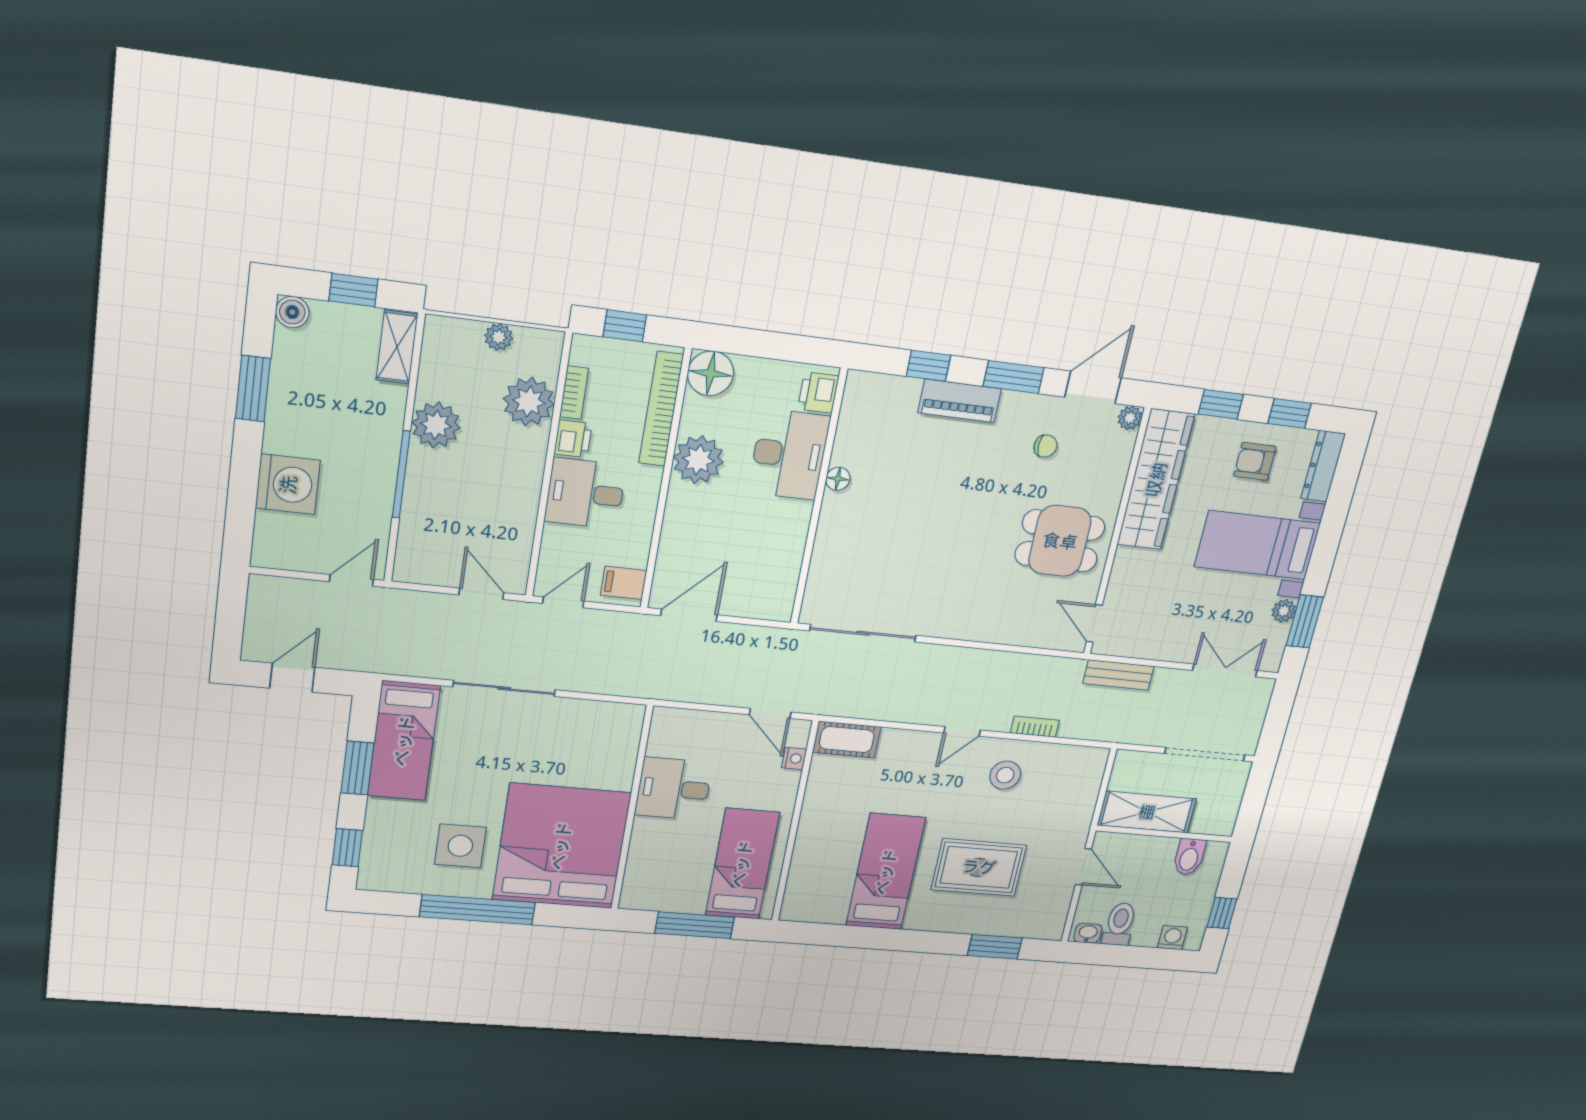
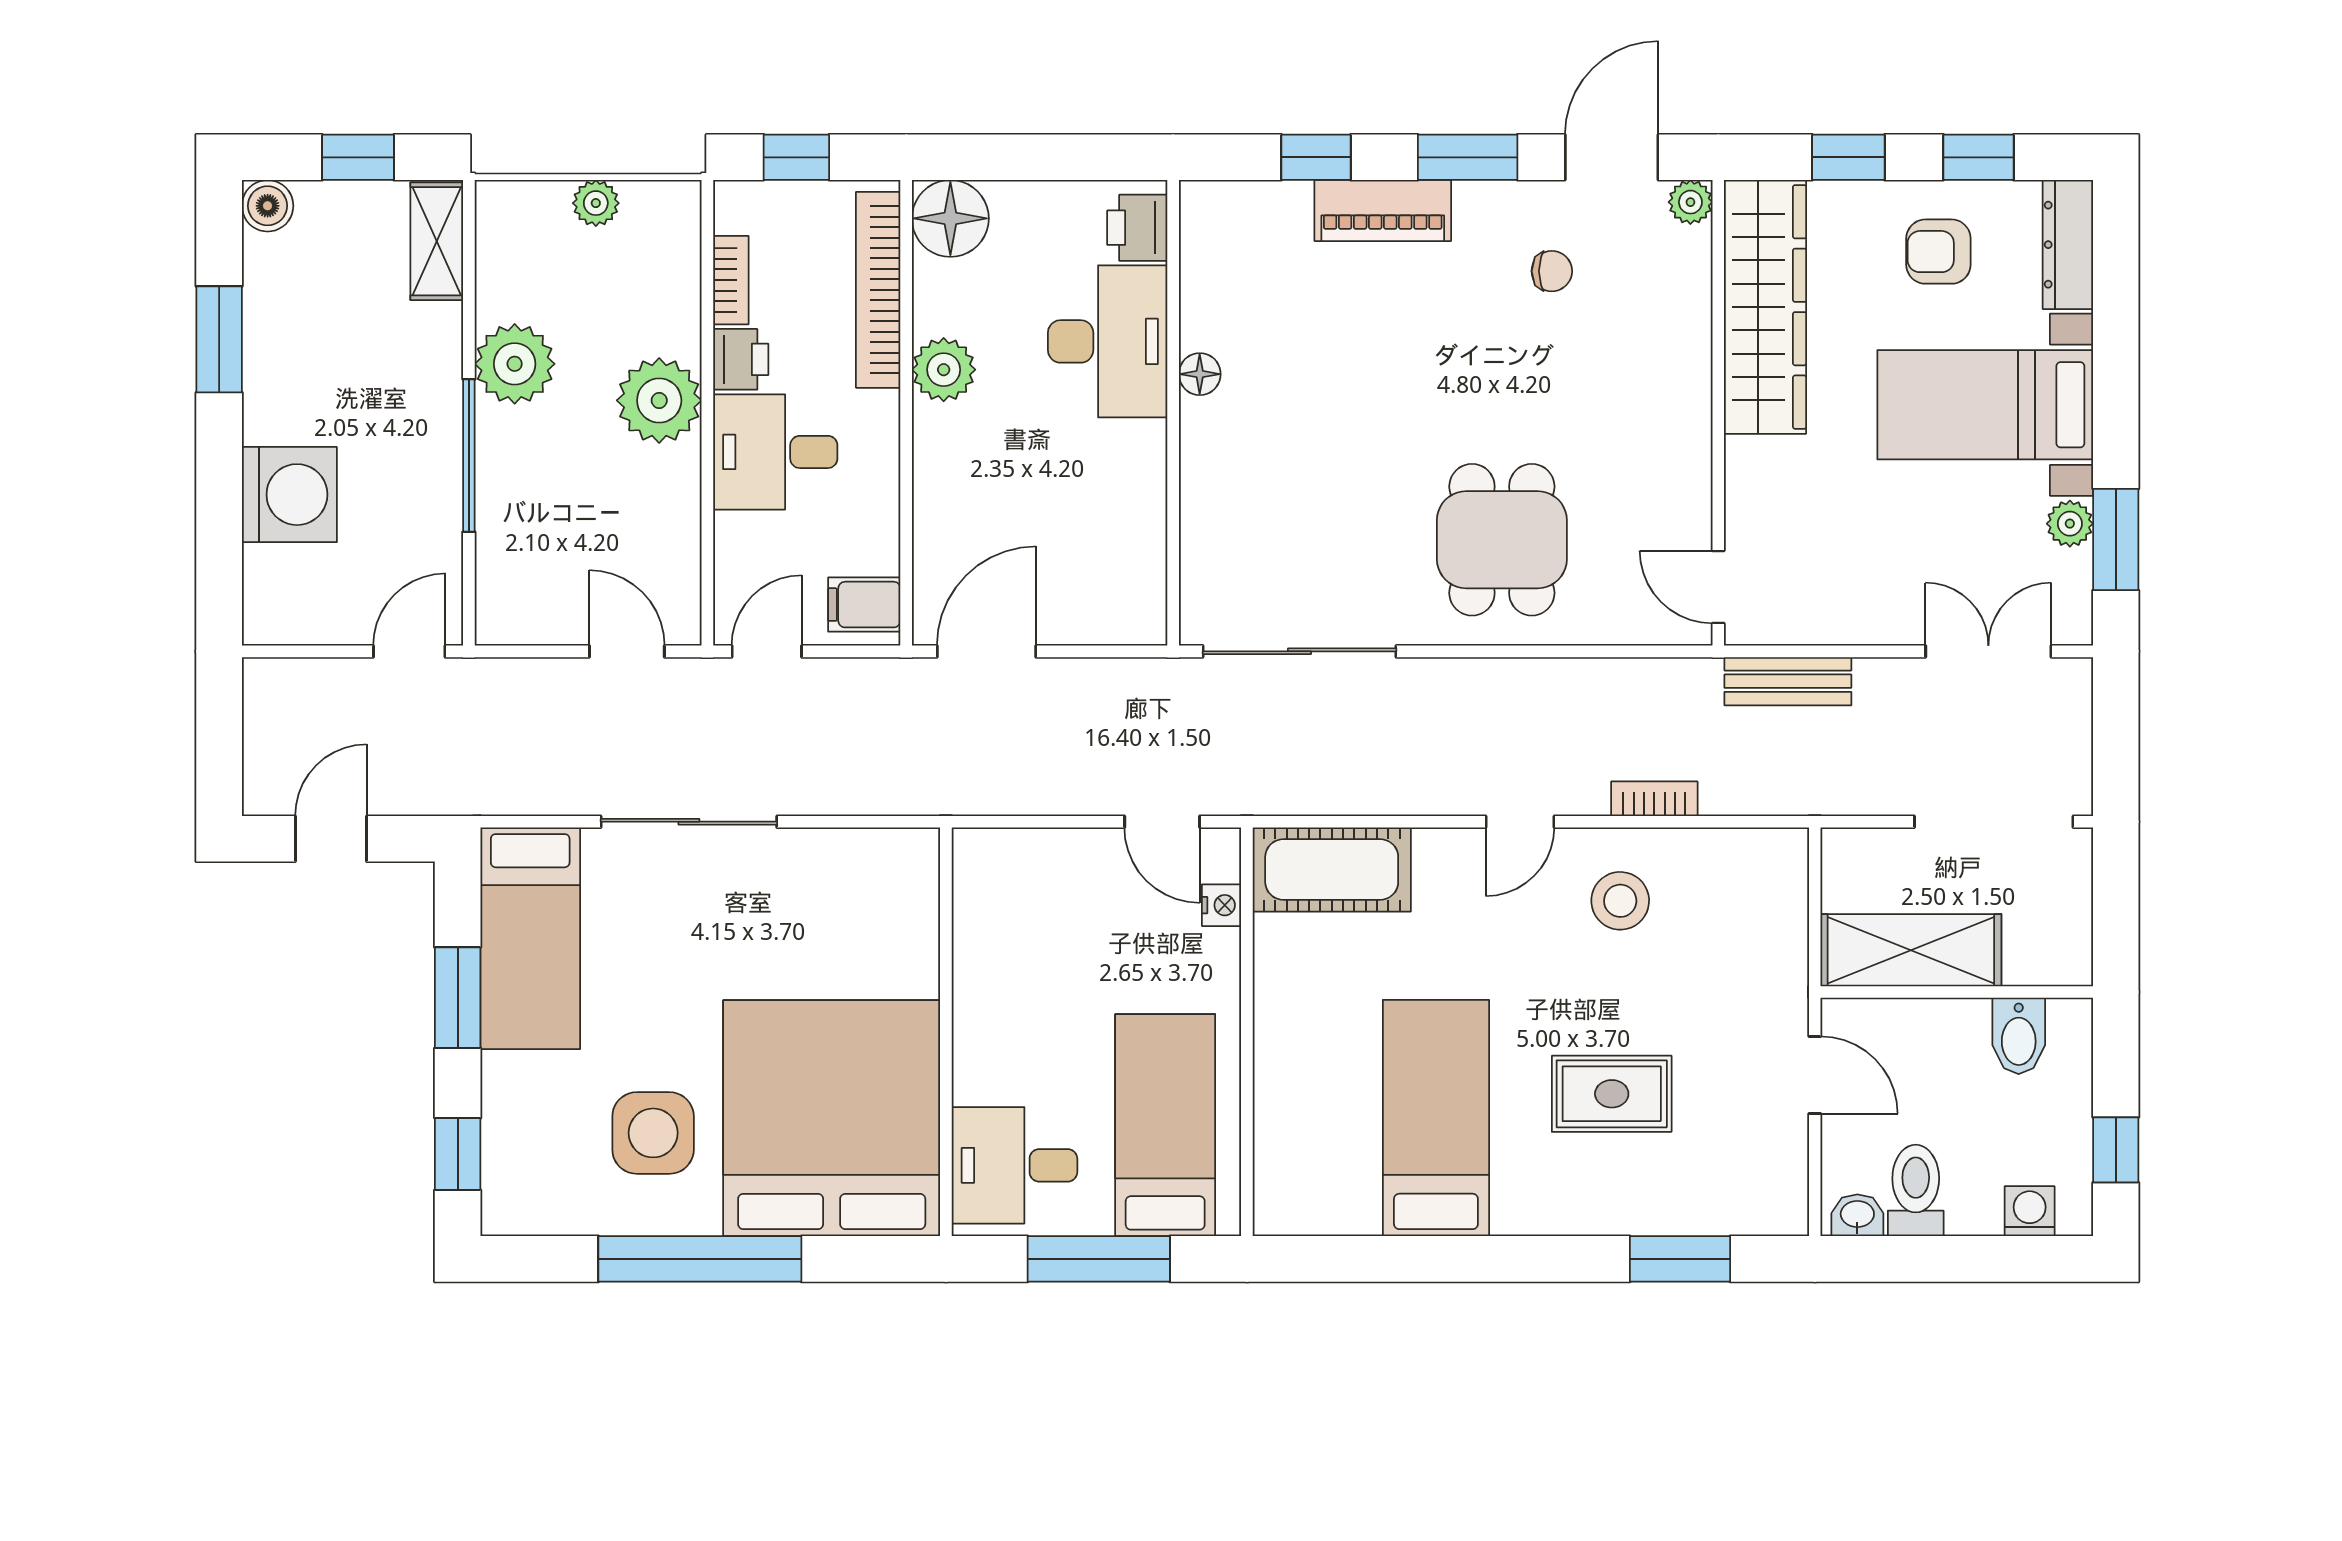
plant: (529, 402) -> (659, 400), moved
plant: (698, 460) -> (944, 370), width x0.73, depth x0.73
dining table: (1060, 541) -> (1502, 540), moved, turned 90
cot: (847, 740) -> (1332, 869), width x1.37, depth x1.34
desk: (674, 789) -> (1014, 1165), moved
rug: (979, 867) -> (1612, 1094), width x0.73, depth x0.70

